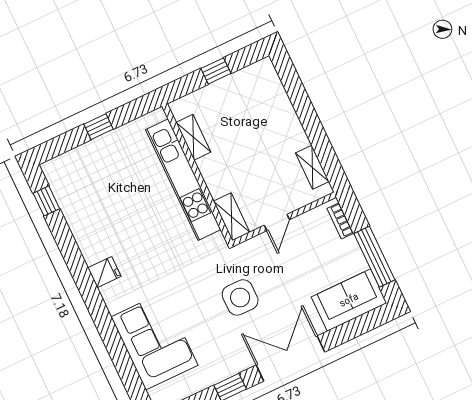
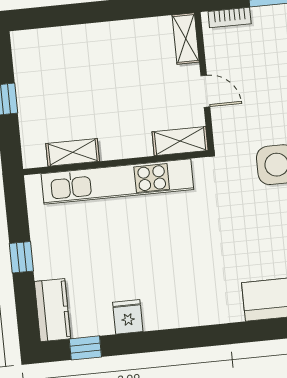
kitchen counter: (66, 165) -> (53, 310), added
shelving: (312, 167) -> (186, 39), moved, turned 90
fridge: (104, 272) -> (128, 317), moved

